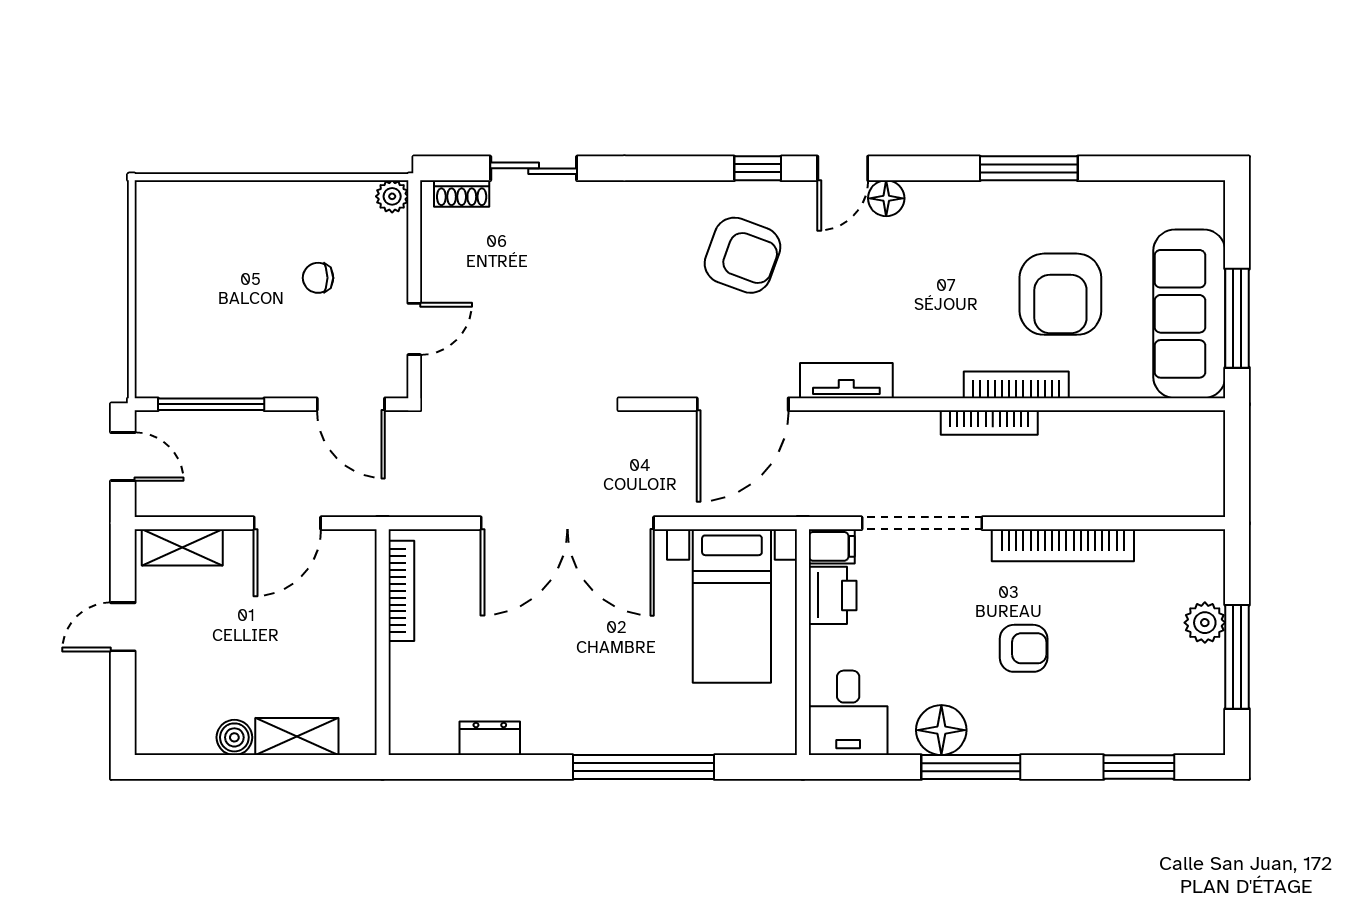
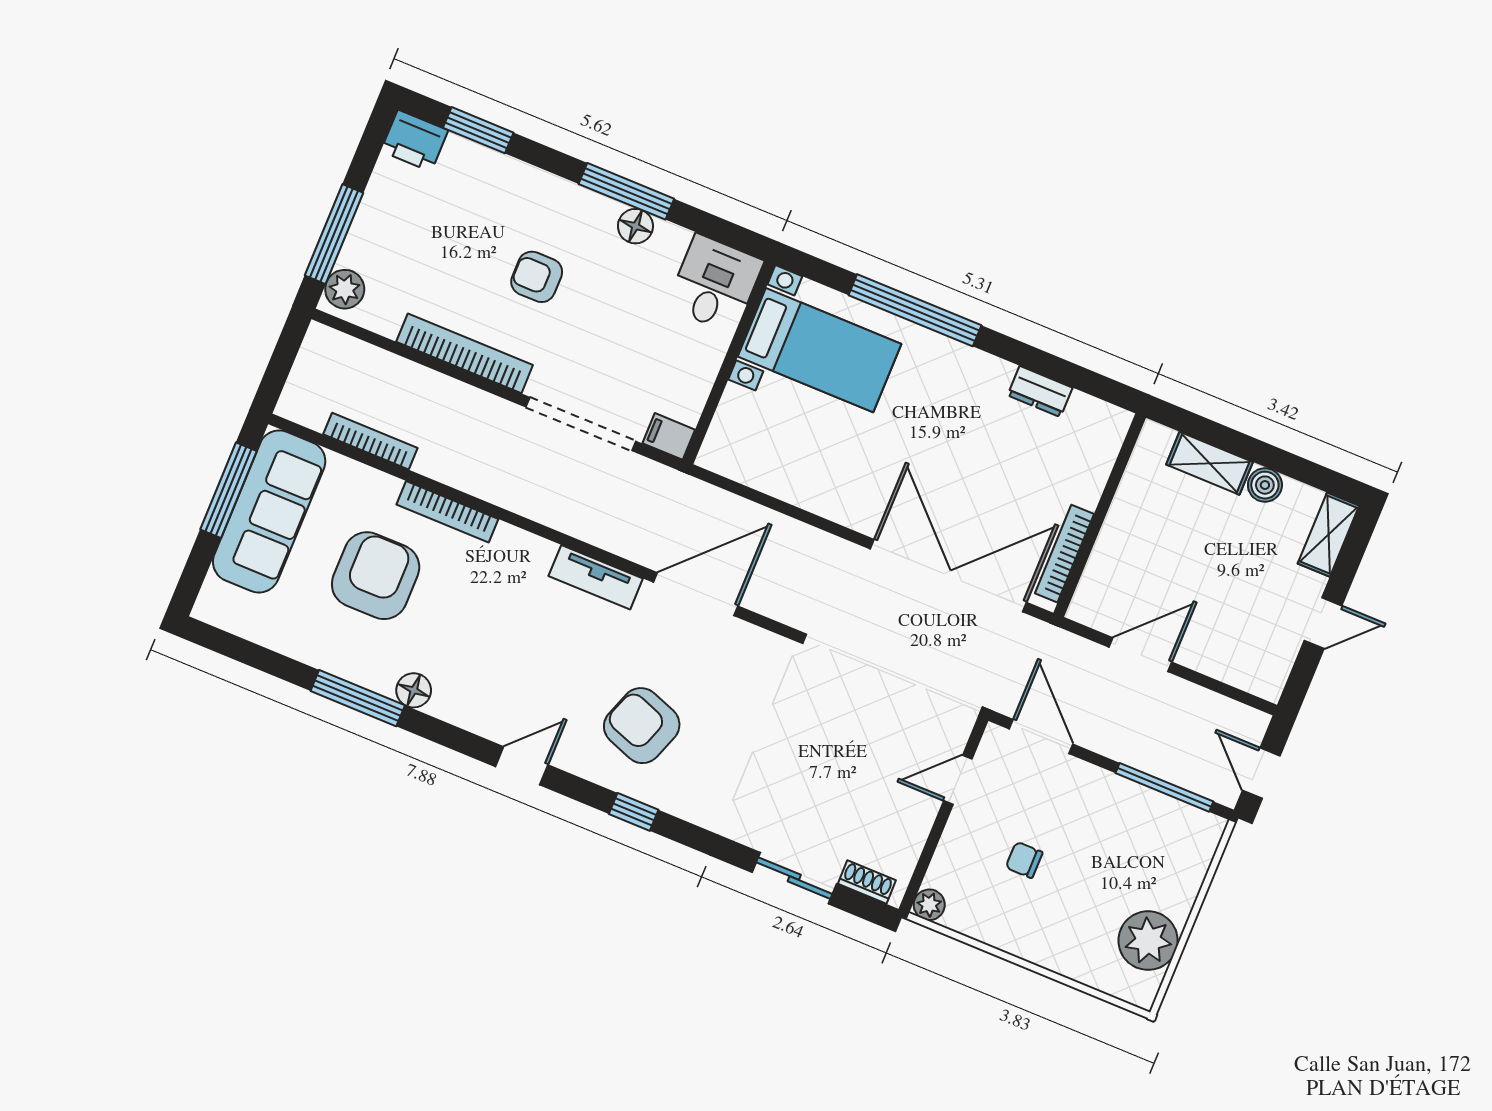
window: (758, 168) -> (634, 812), moved
floor lamp: (886, 198) -> (414, 690), moved
plant: (166, 249) -> (1148, 941), added
chair: (318, 278) -> (1024, 860), turned 180
bookcase: (989, 423) -> (370, 441), moved
double door: (567, 523) -> (948, 576), moved
shelving: (182, 547) -> (1328, 535), moved, turned 90
printer: (833, 595) -> (414, 141), moved, turned -90
bed with nightstands: (732, 606) -> (820, 350), moved, turned 90
plant: (1205, 623) -> (345, 289), moved
window: (1237, 657) -> (334, 234), moved
floor lamp: (941, 730) -> (635, 226), width x0.73, depth x0.73

